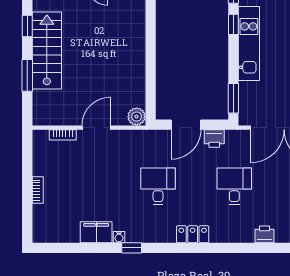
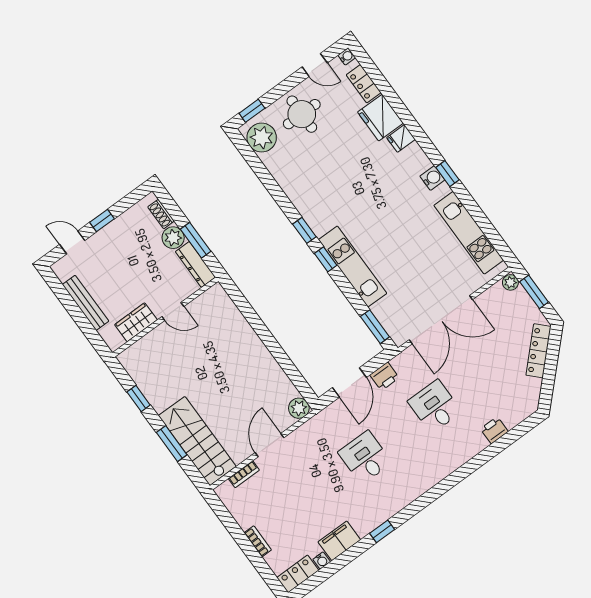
stairs: (47, 50) -> (197, 441), moved
locker: (193, 234) -> (298, 574), moved
water cooler: (119, 237) -> (322, 561), moved

